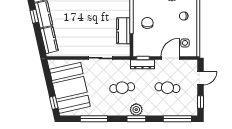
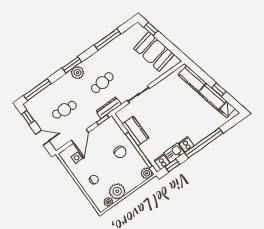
dresser: (143, 64) -> (109, 108), moved
door: (201, 78) -> (42, 138), swing flipped
booth: (70, 88) -> (154, 52), width x0.73, depth x0.70

